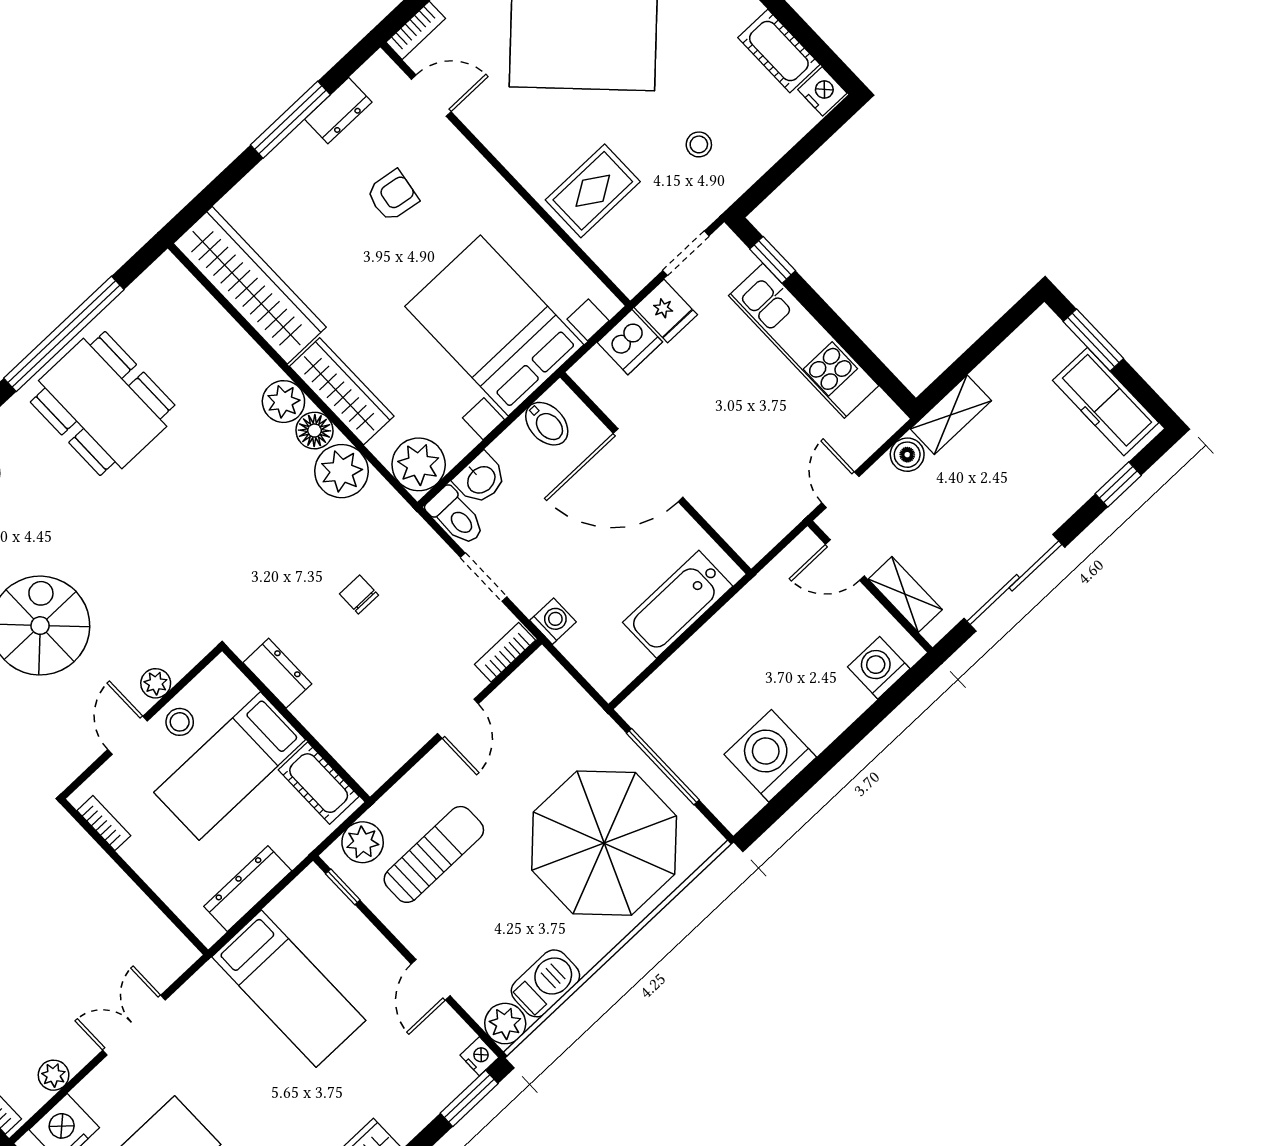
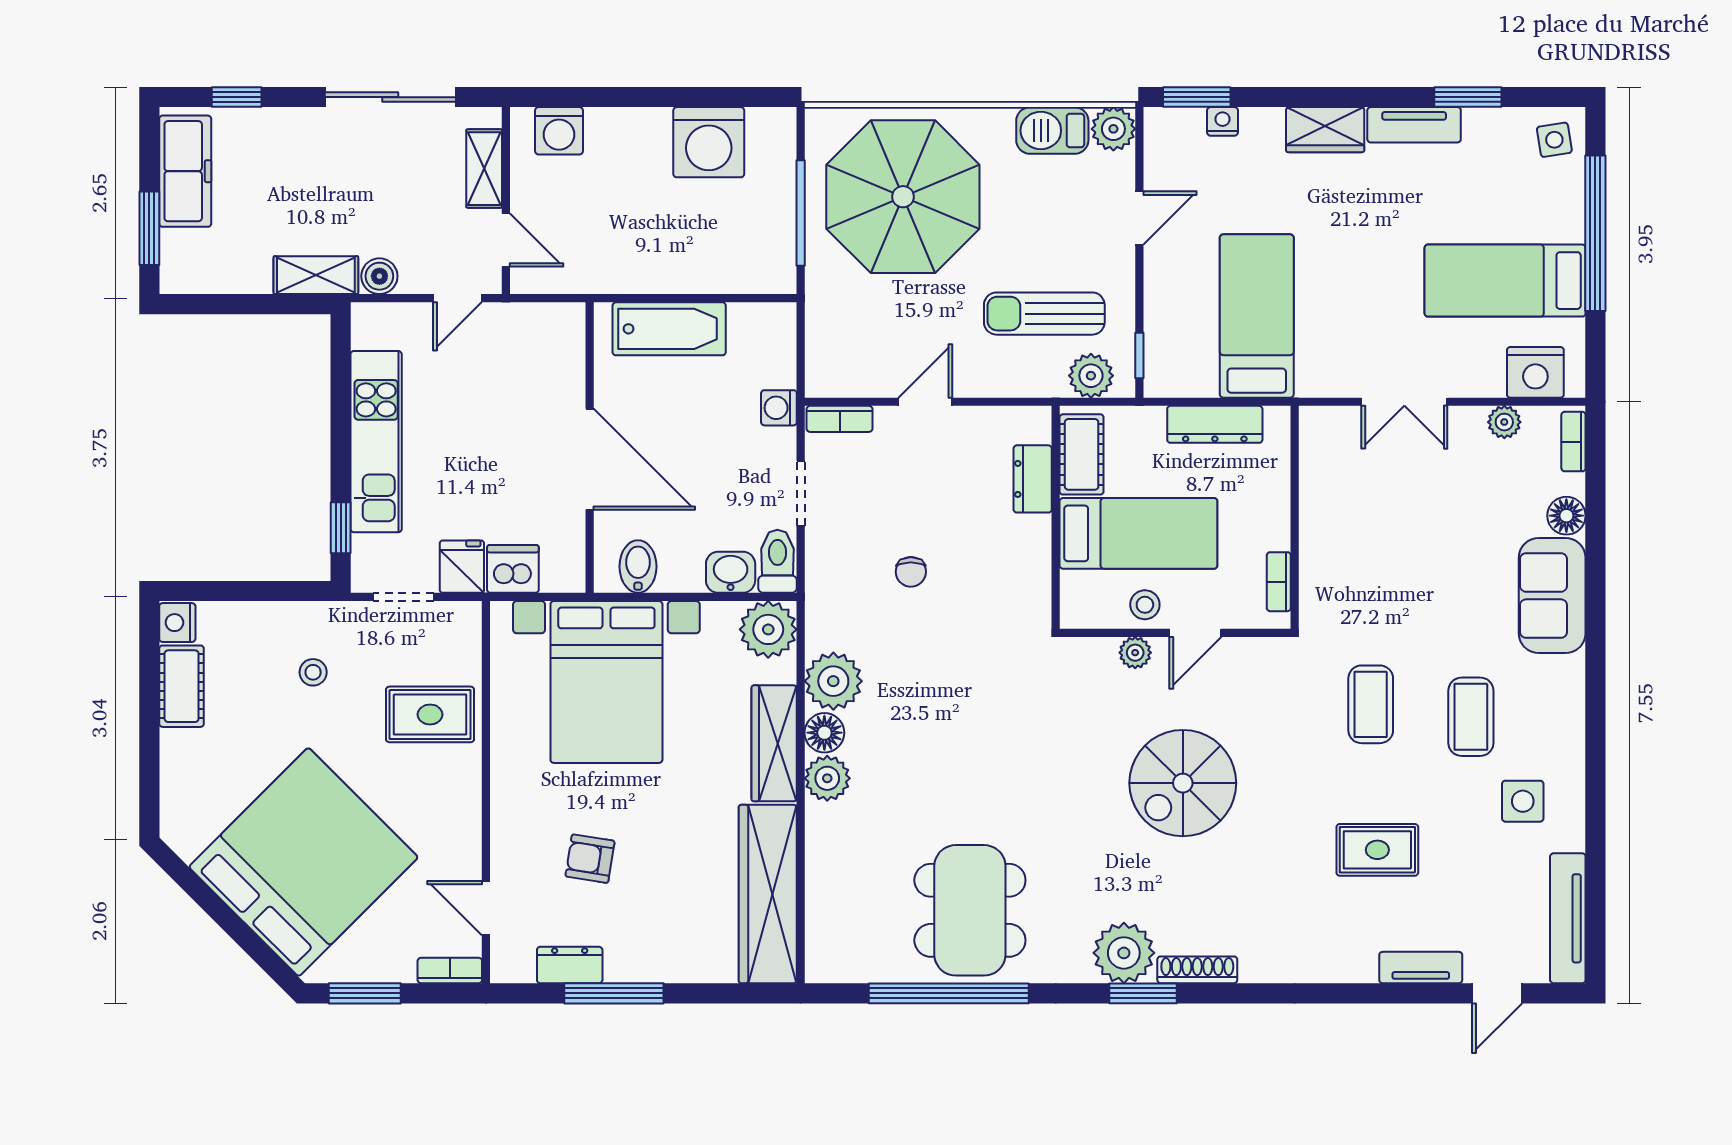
dresser: (277, 673) -> (1033, 479), moved
nightstand: (479, 1056) -> (1223, 121), moved, turned 90

